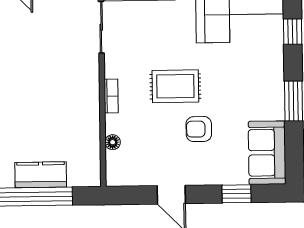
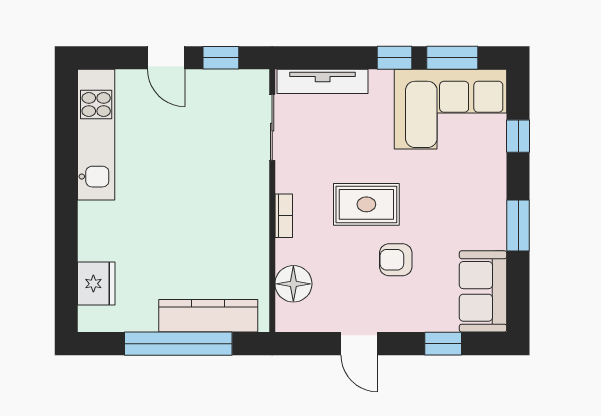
floor lamp: (113, 142) -> (293, 284), width x1.89, depth x1.89
kitchen counter: (41, 175) -> (208, 316), width x1.50

